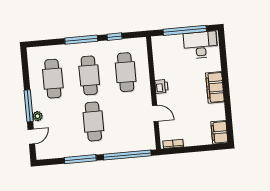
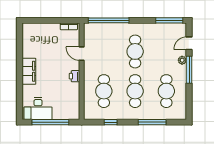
window: (81, 40) -> (152, 122), moved
filing cabinet: (219, 132) -> (29, 33), removed
window: (80, 159) -> (169, 20), moved

